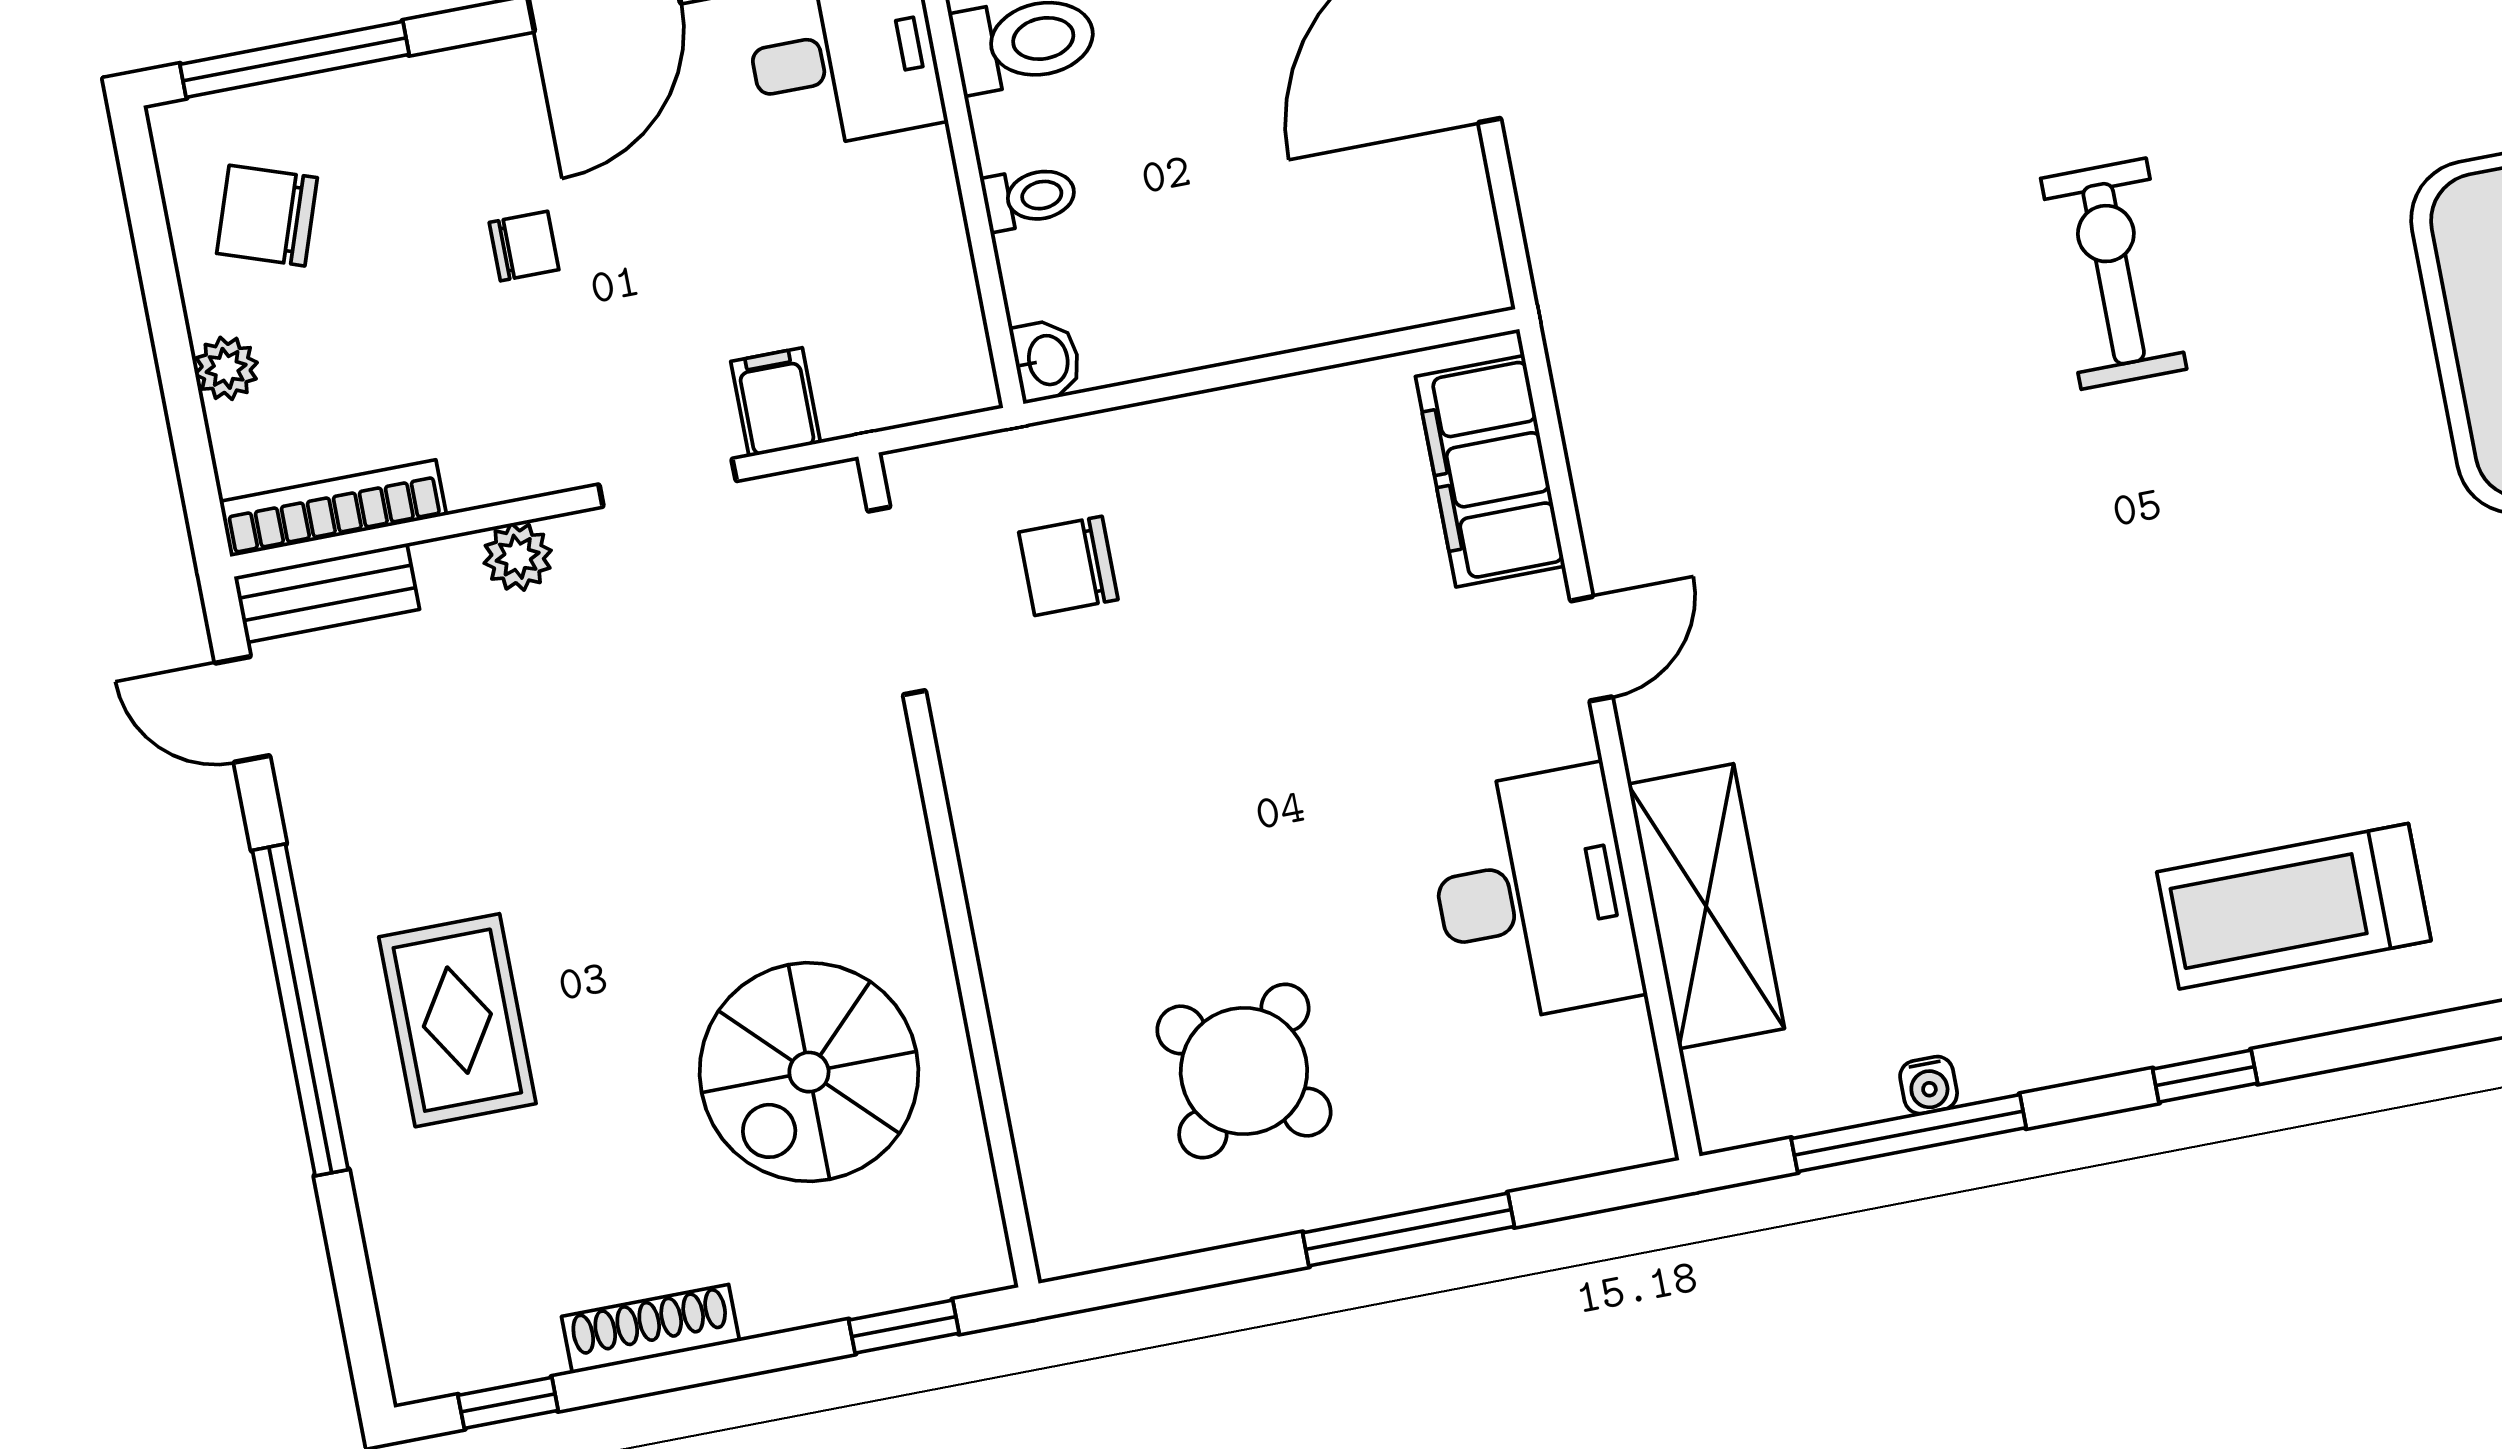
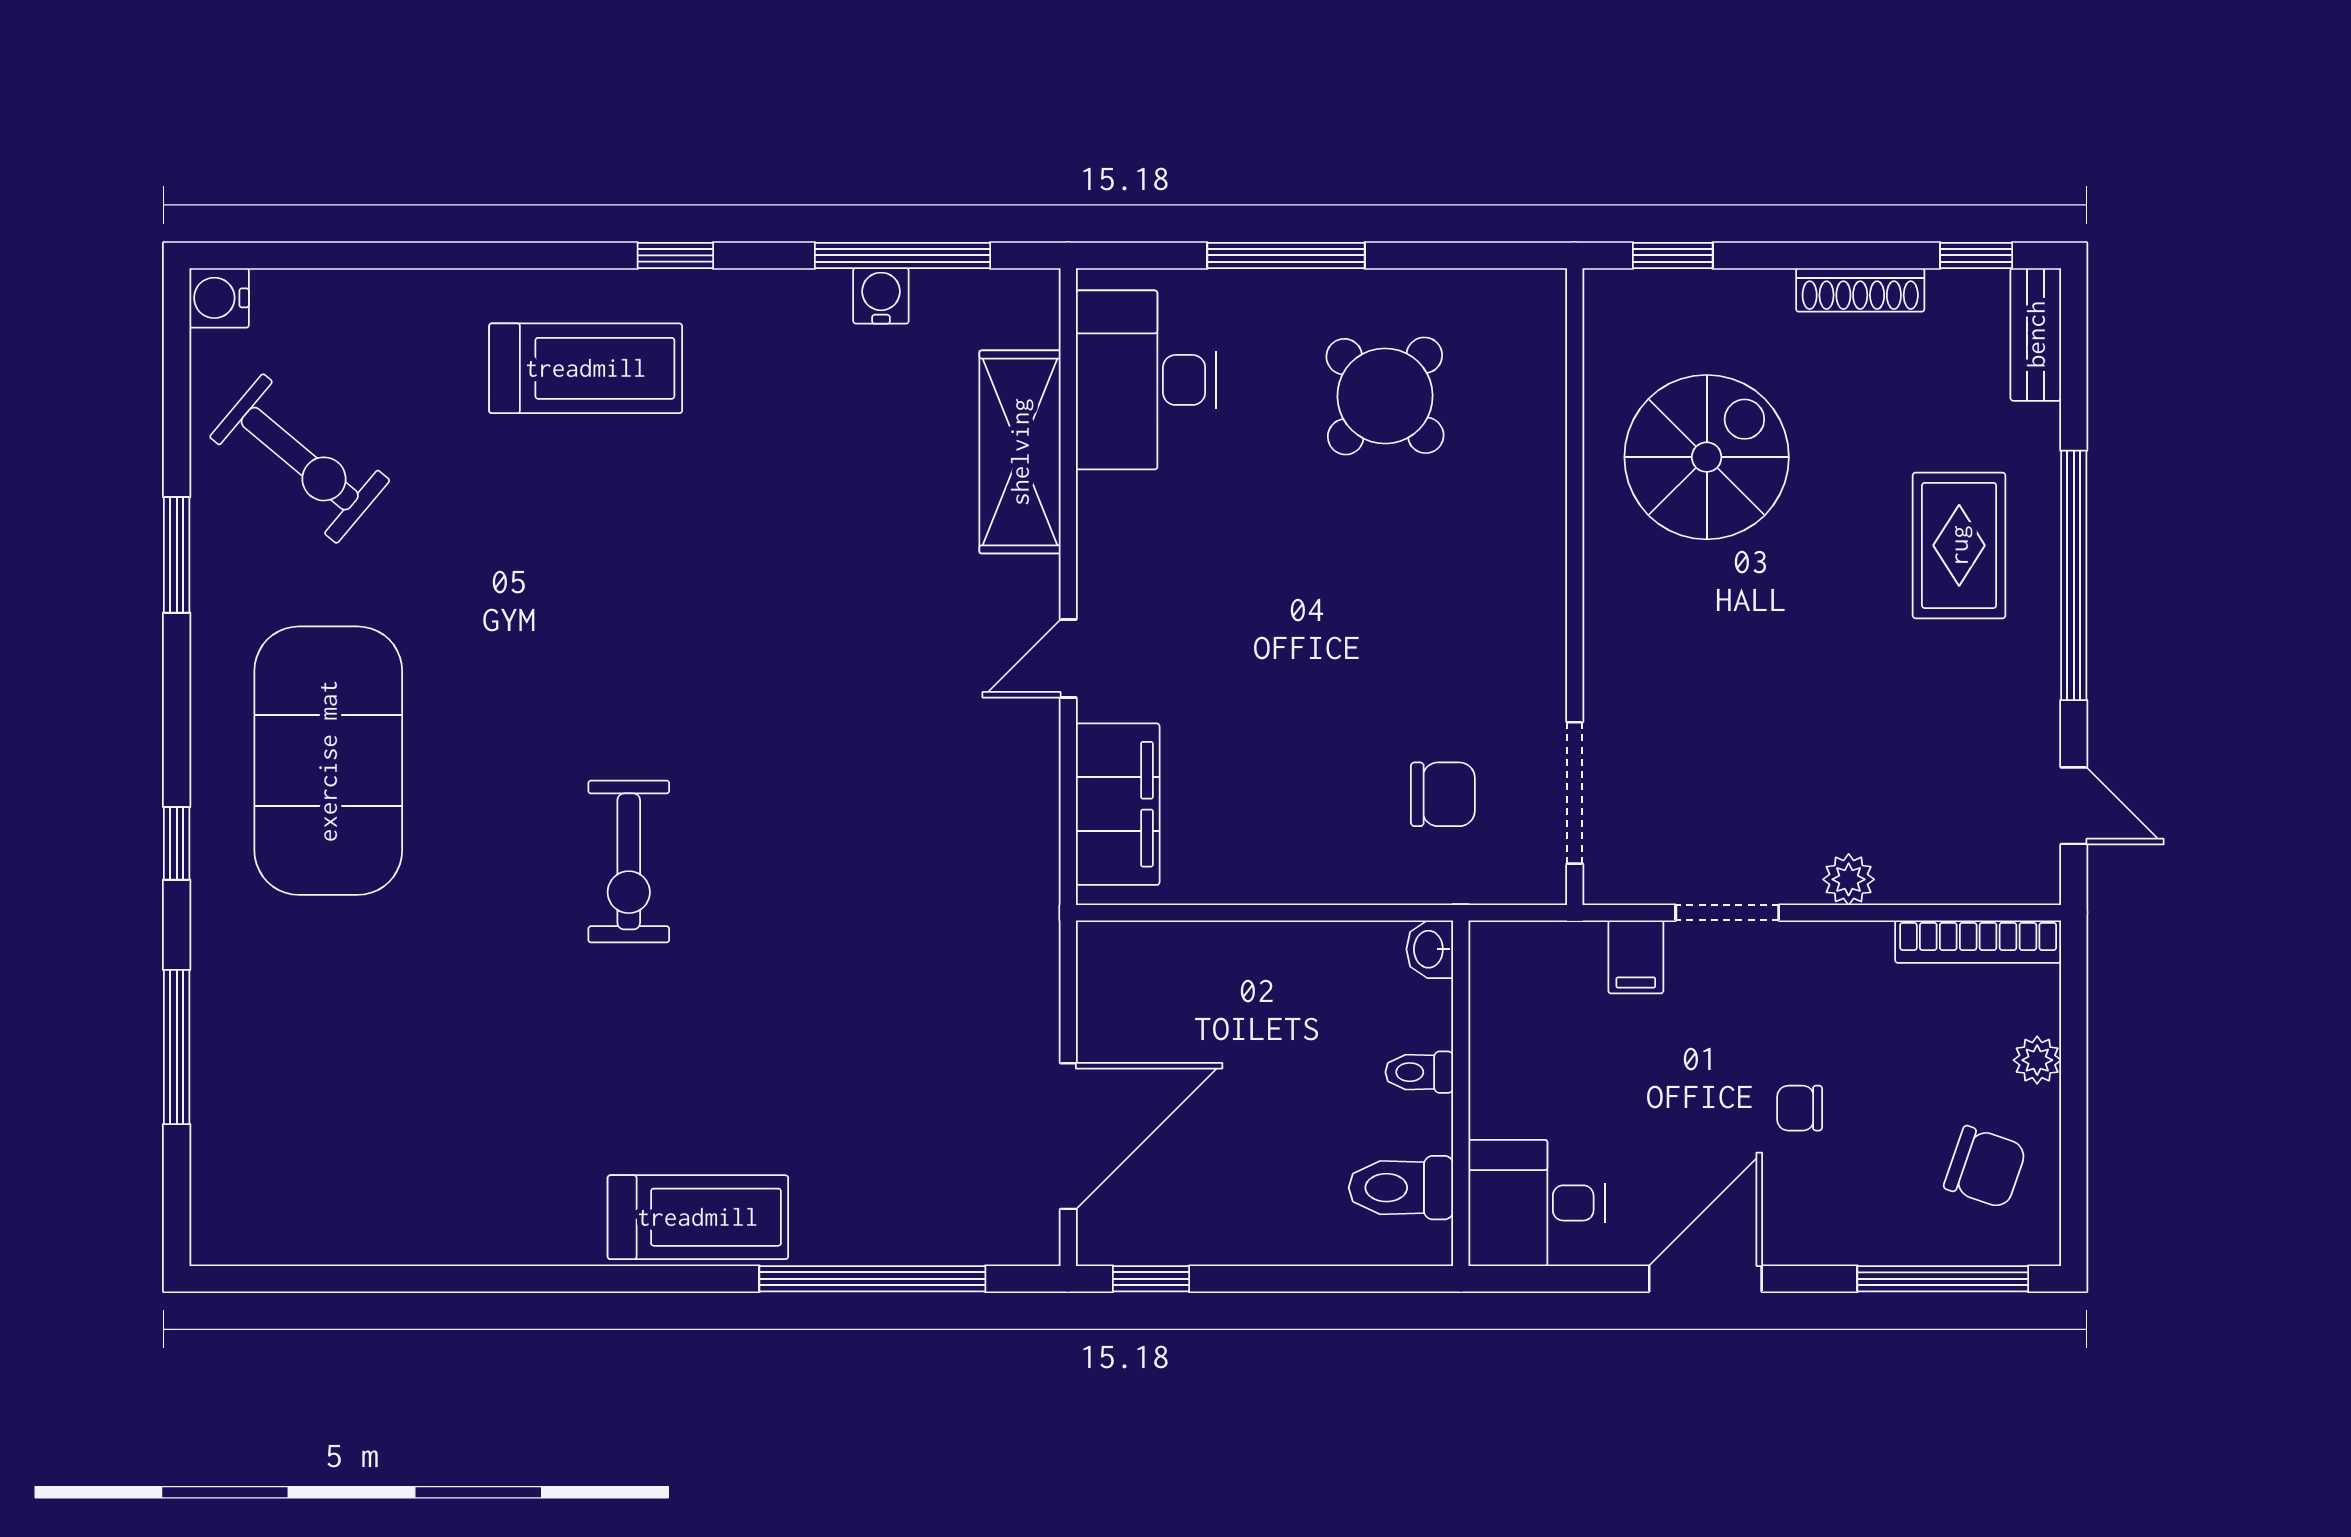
bench: (327, 593) -> (2036, 334), moved, turned 90
desk: (1533, 895) -> (1146, 380), moved
water cooler: (1929, 1085) -> (881, 296), width x1.38, depth x1.38

